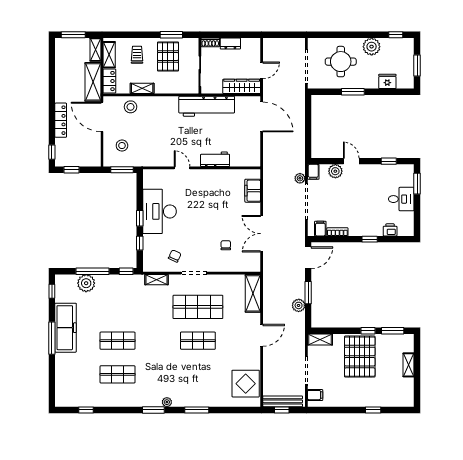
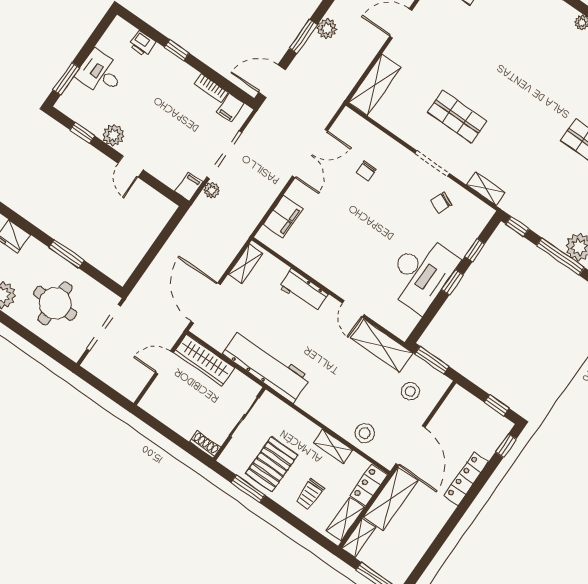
dresser: (230, 44) -> (180, 425), removed
shelving: (255, 152) -> (245, 264), added
shelving: (154, 159) -> (382, 346), added
plant: (335, 171) -> (113, 135), moved
shop shelf: (198, 307) -> (457, 117), width x0.70, depth x0.74
shop shelf: (198, 341) -> (487, 73), removed

